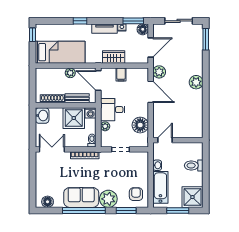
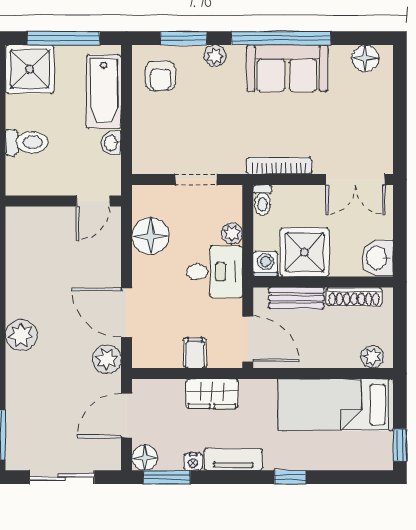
plant: (70, 73) -> (372, 357), moved
plant: (108, 199) -> (215, 56), width x0.53, depth x0.53
window: (178, 210) -> (63, 38), width x1.44

